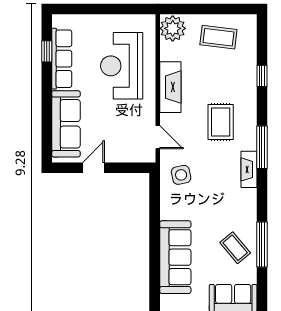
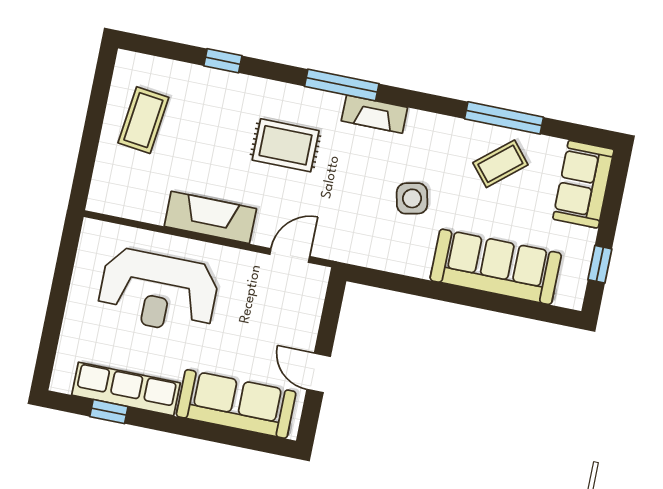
plant: (173, 28) -> (113, 194), removed
side table: (181, 175) -> (412, 198), moved

